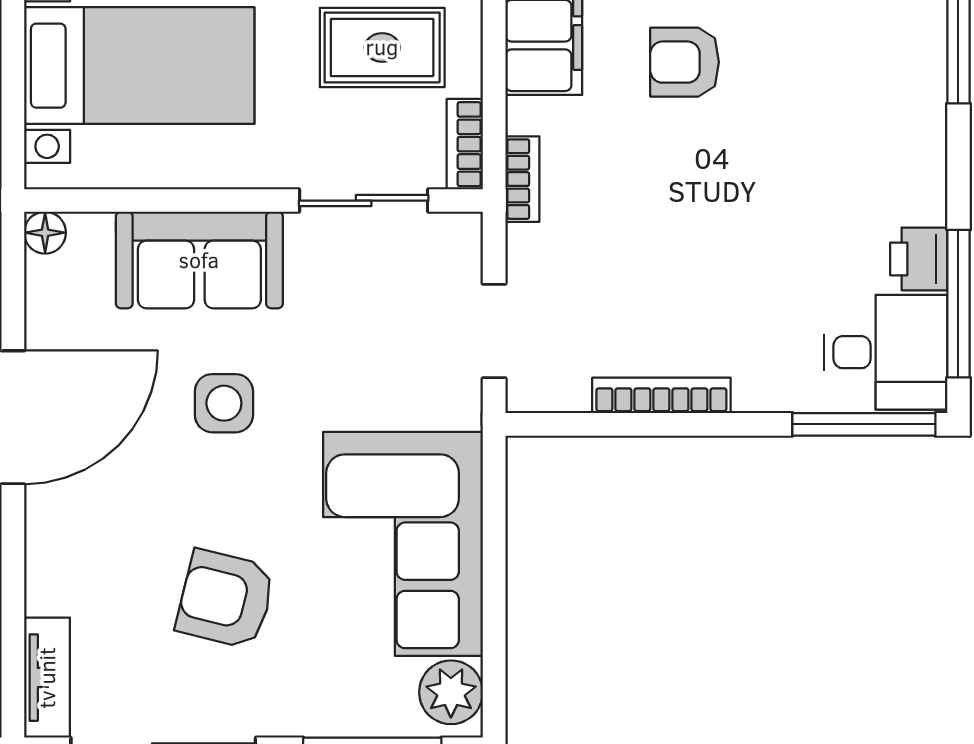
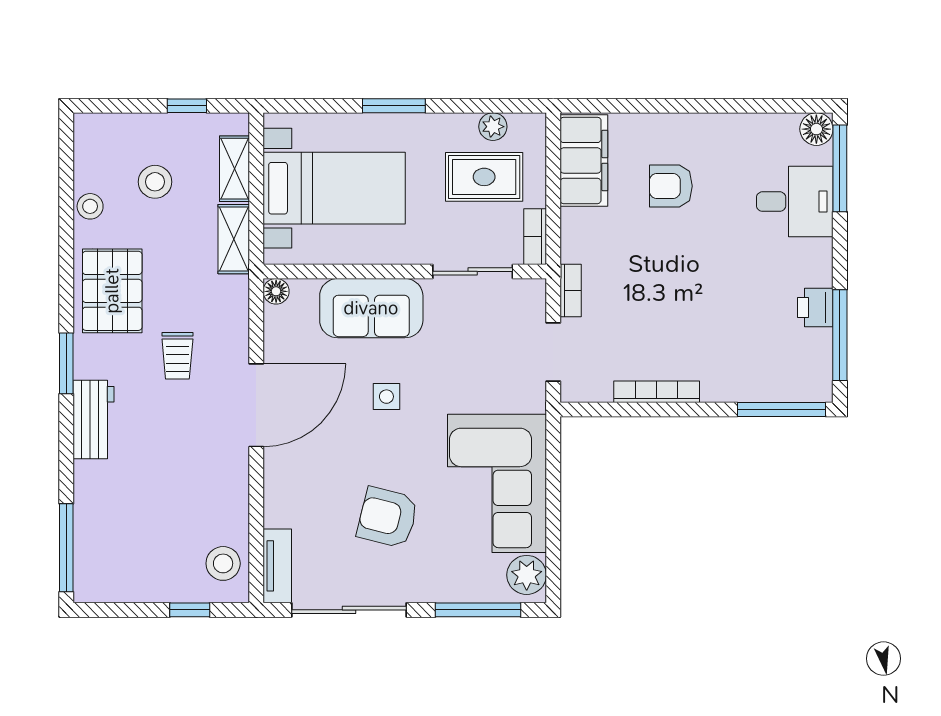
bookcase: (522, 179) -> (571, 291), moved
desk: (885, 352) -> (795, 202), moved
side table: (224, 403) -> (386, 397), width x0.73, depth x0.73

